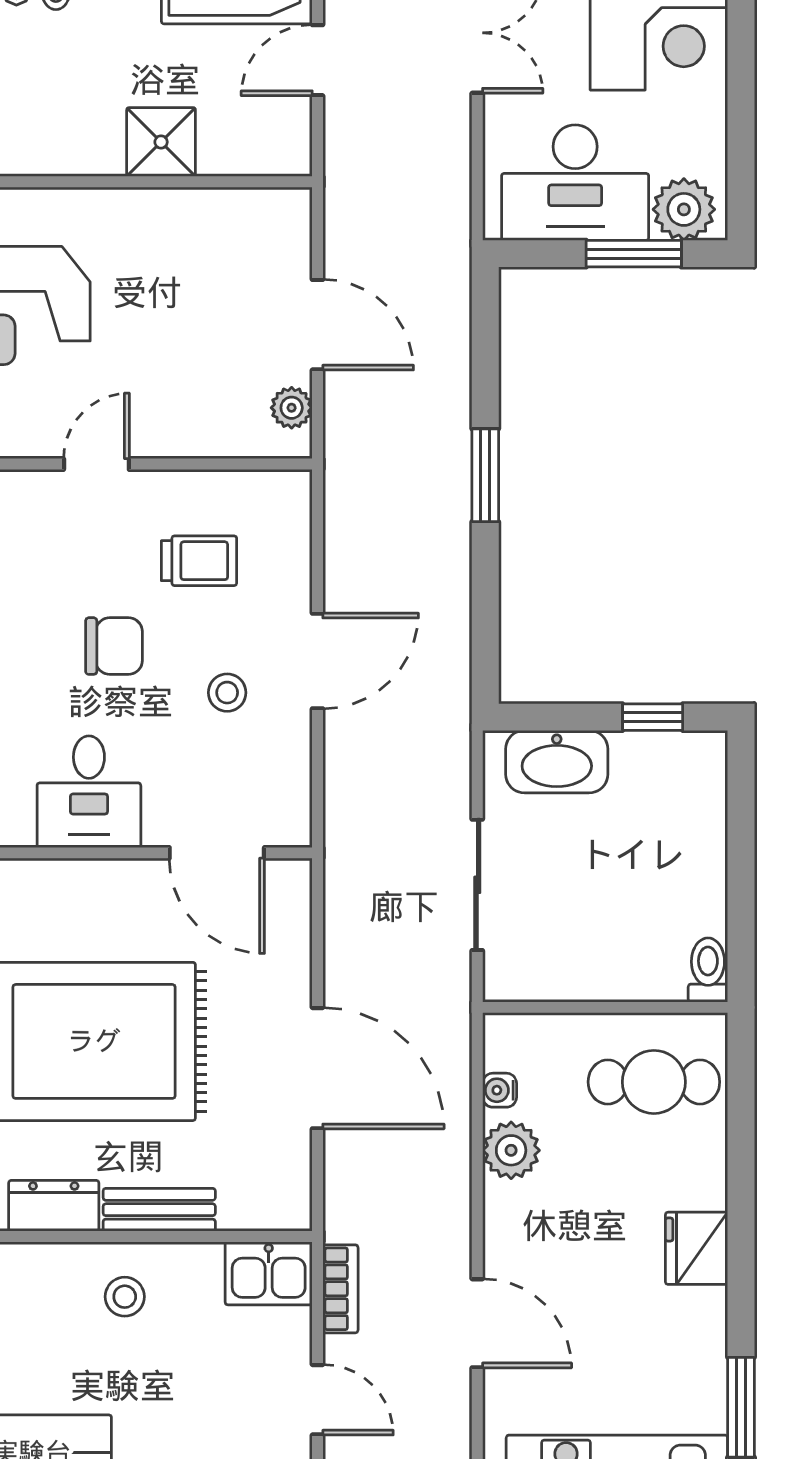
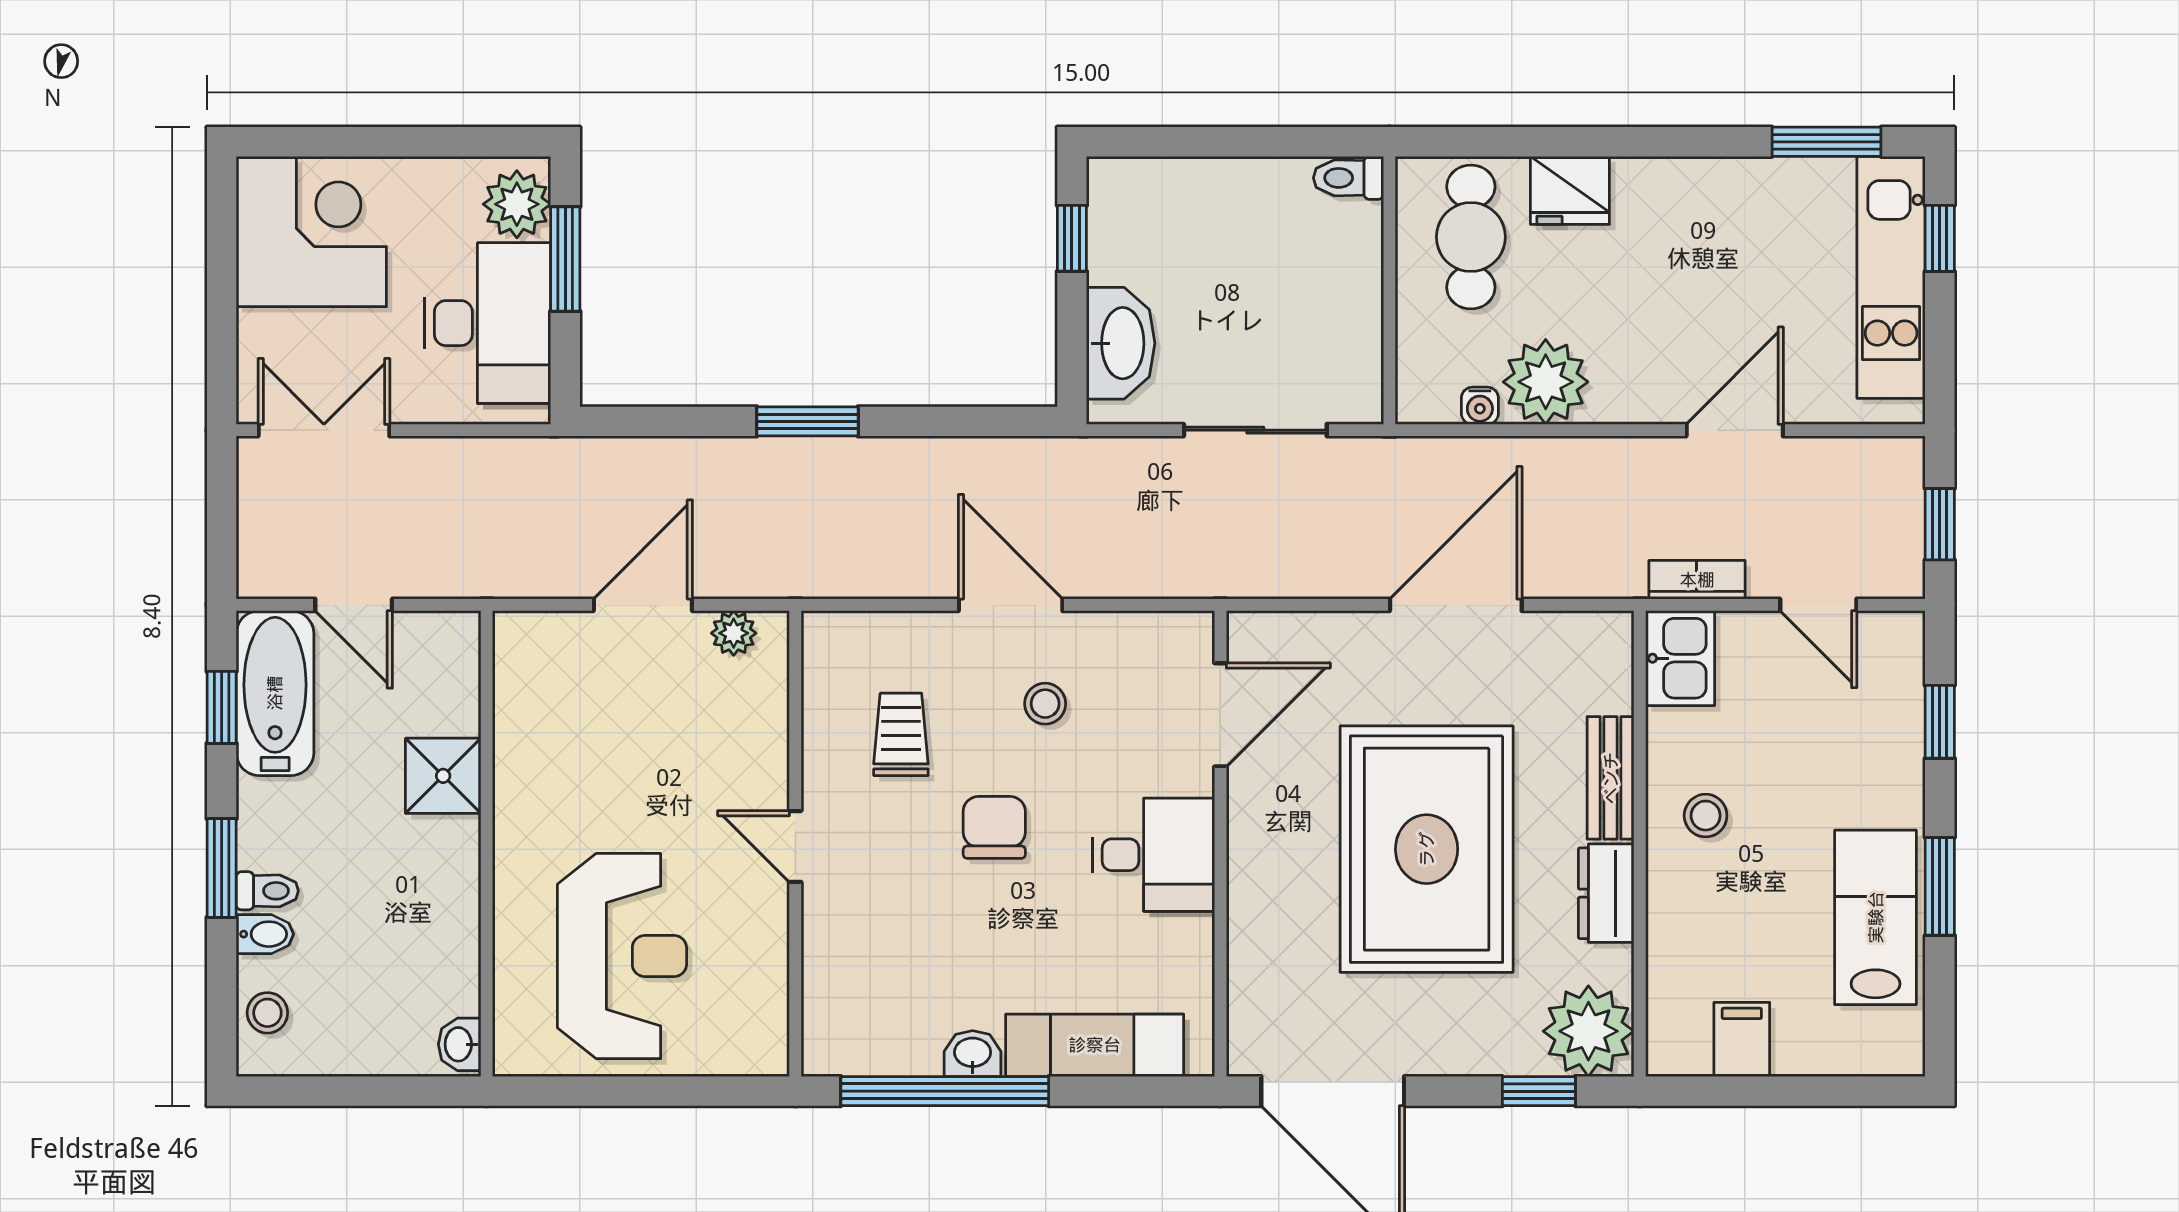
plant: (511, 1150) -> (1546, 382), width x1.36, depth x1.36
fridge: (697, 1248) -> (1570, 190), moved
door: (317, 1400) -> (1818, 605), swing flipped

